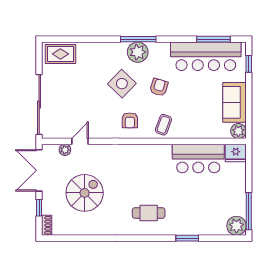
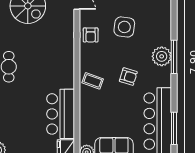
side table: (122, 84) -> (124, 27), moved, turned -36
armchair: (130, 120) -> (91, 35), moved, turned -90

